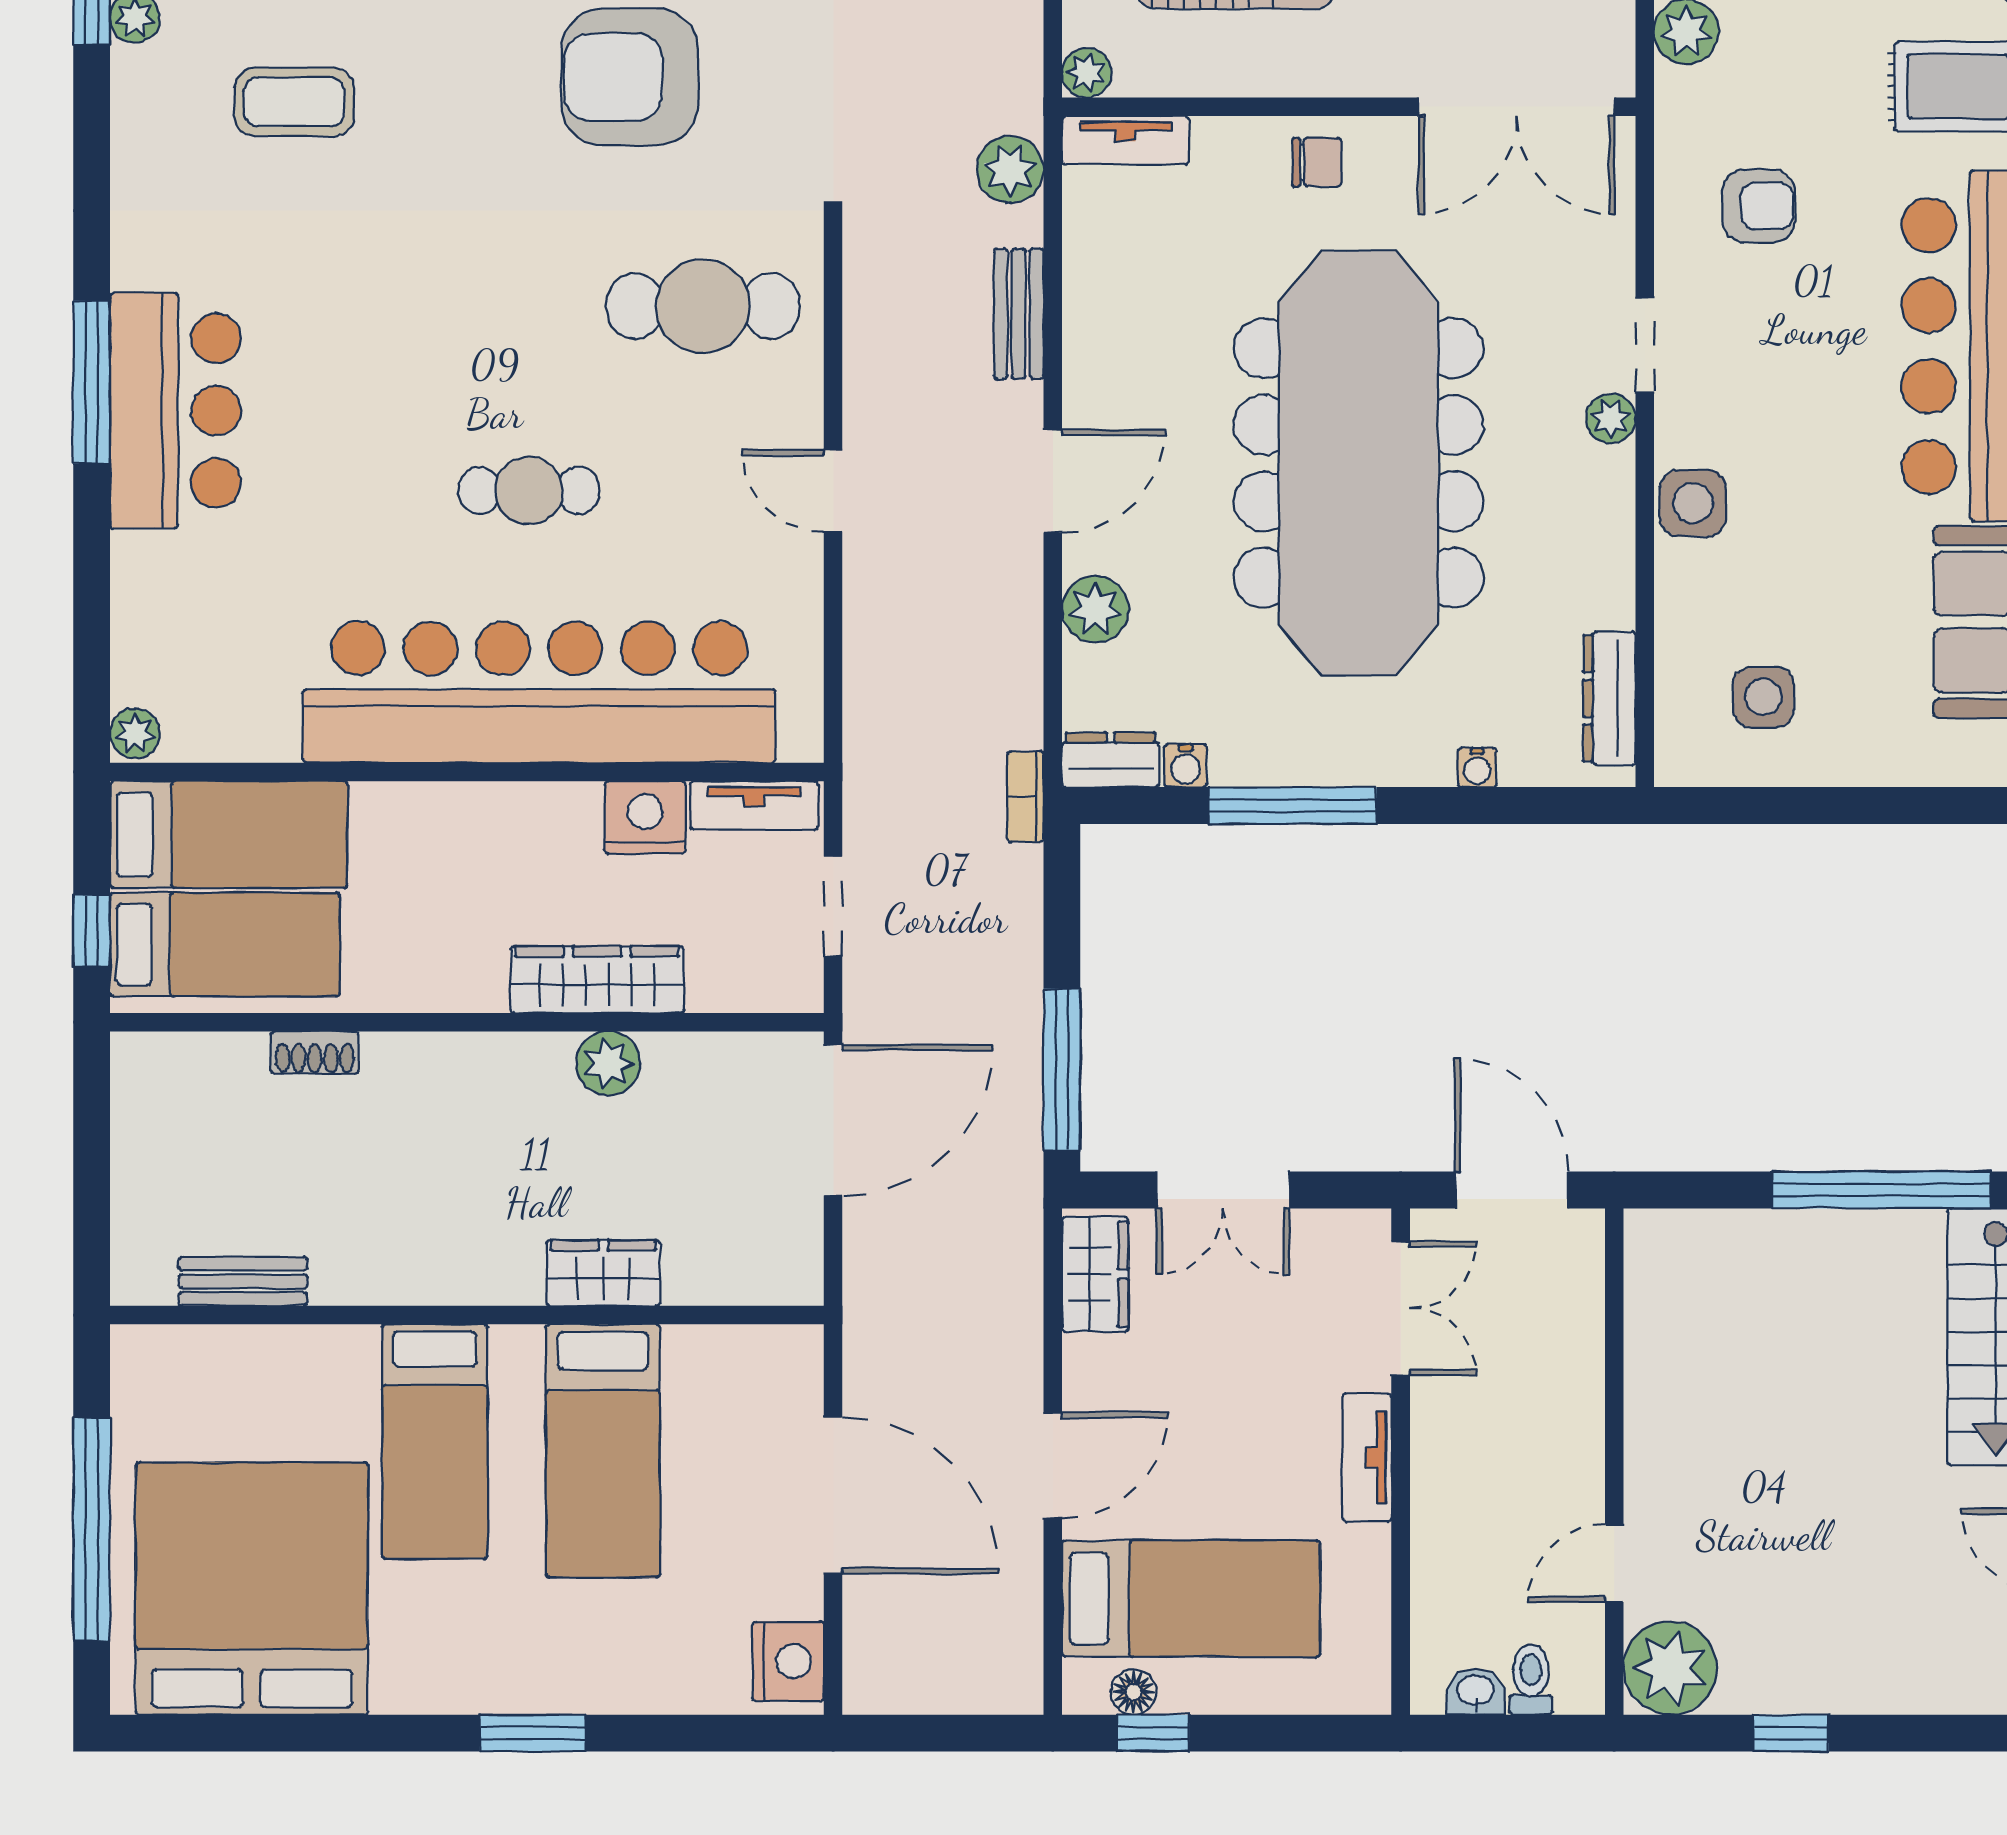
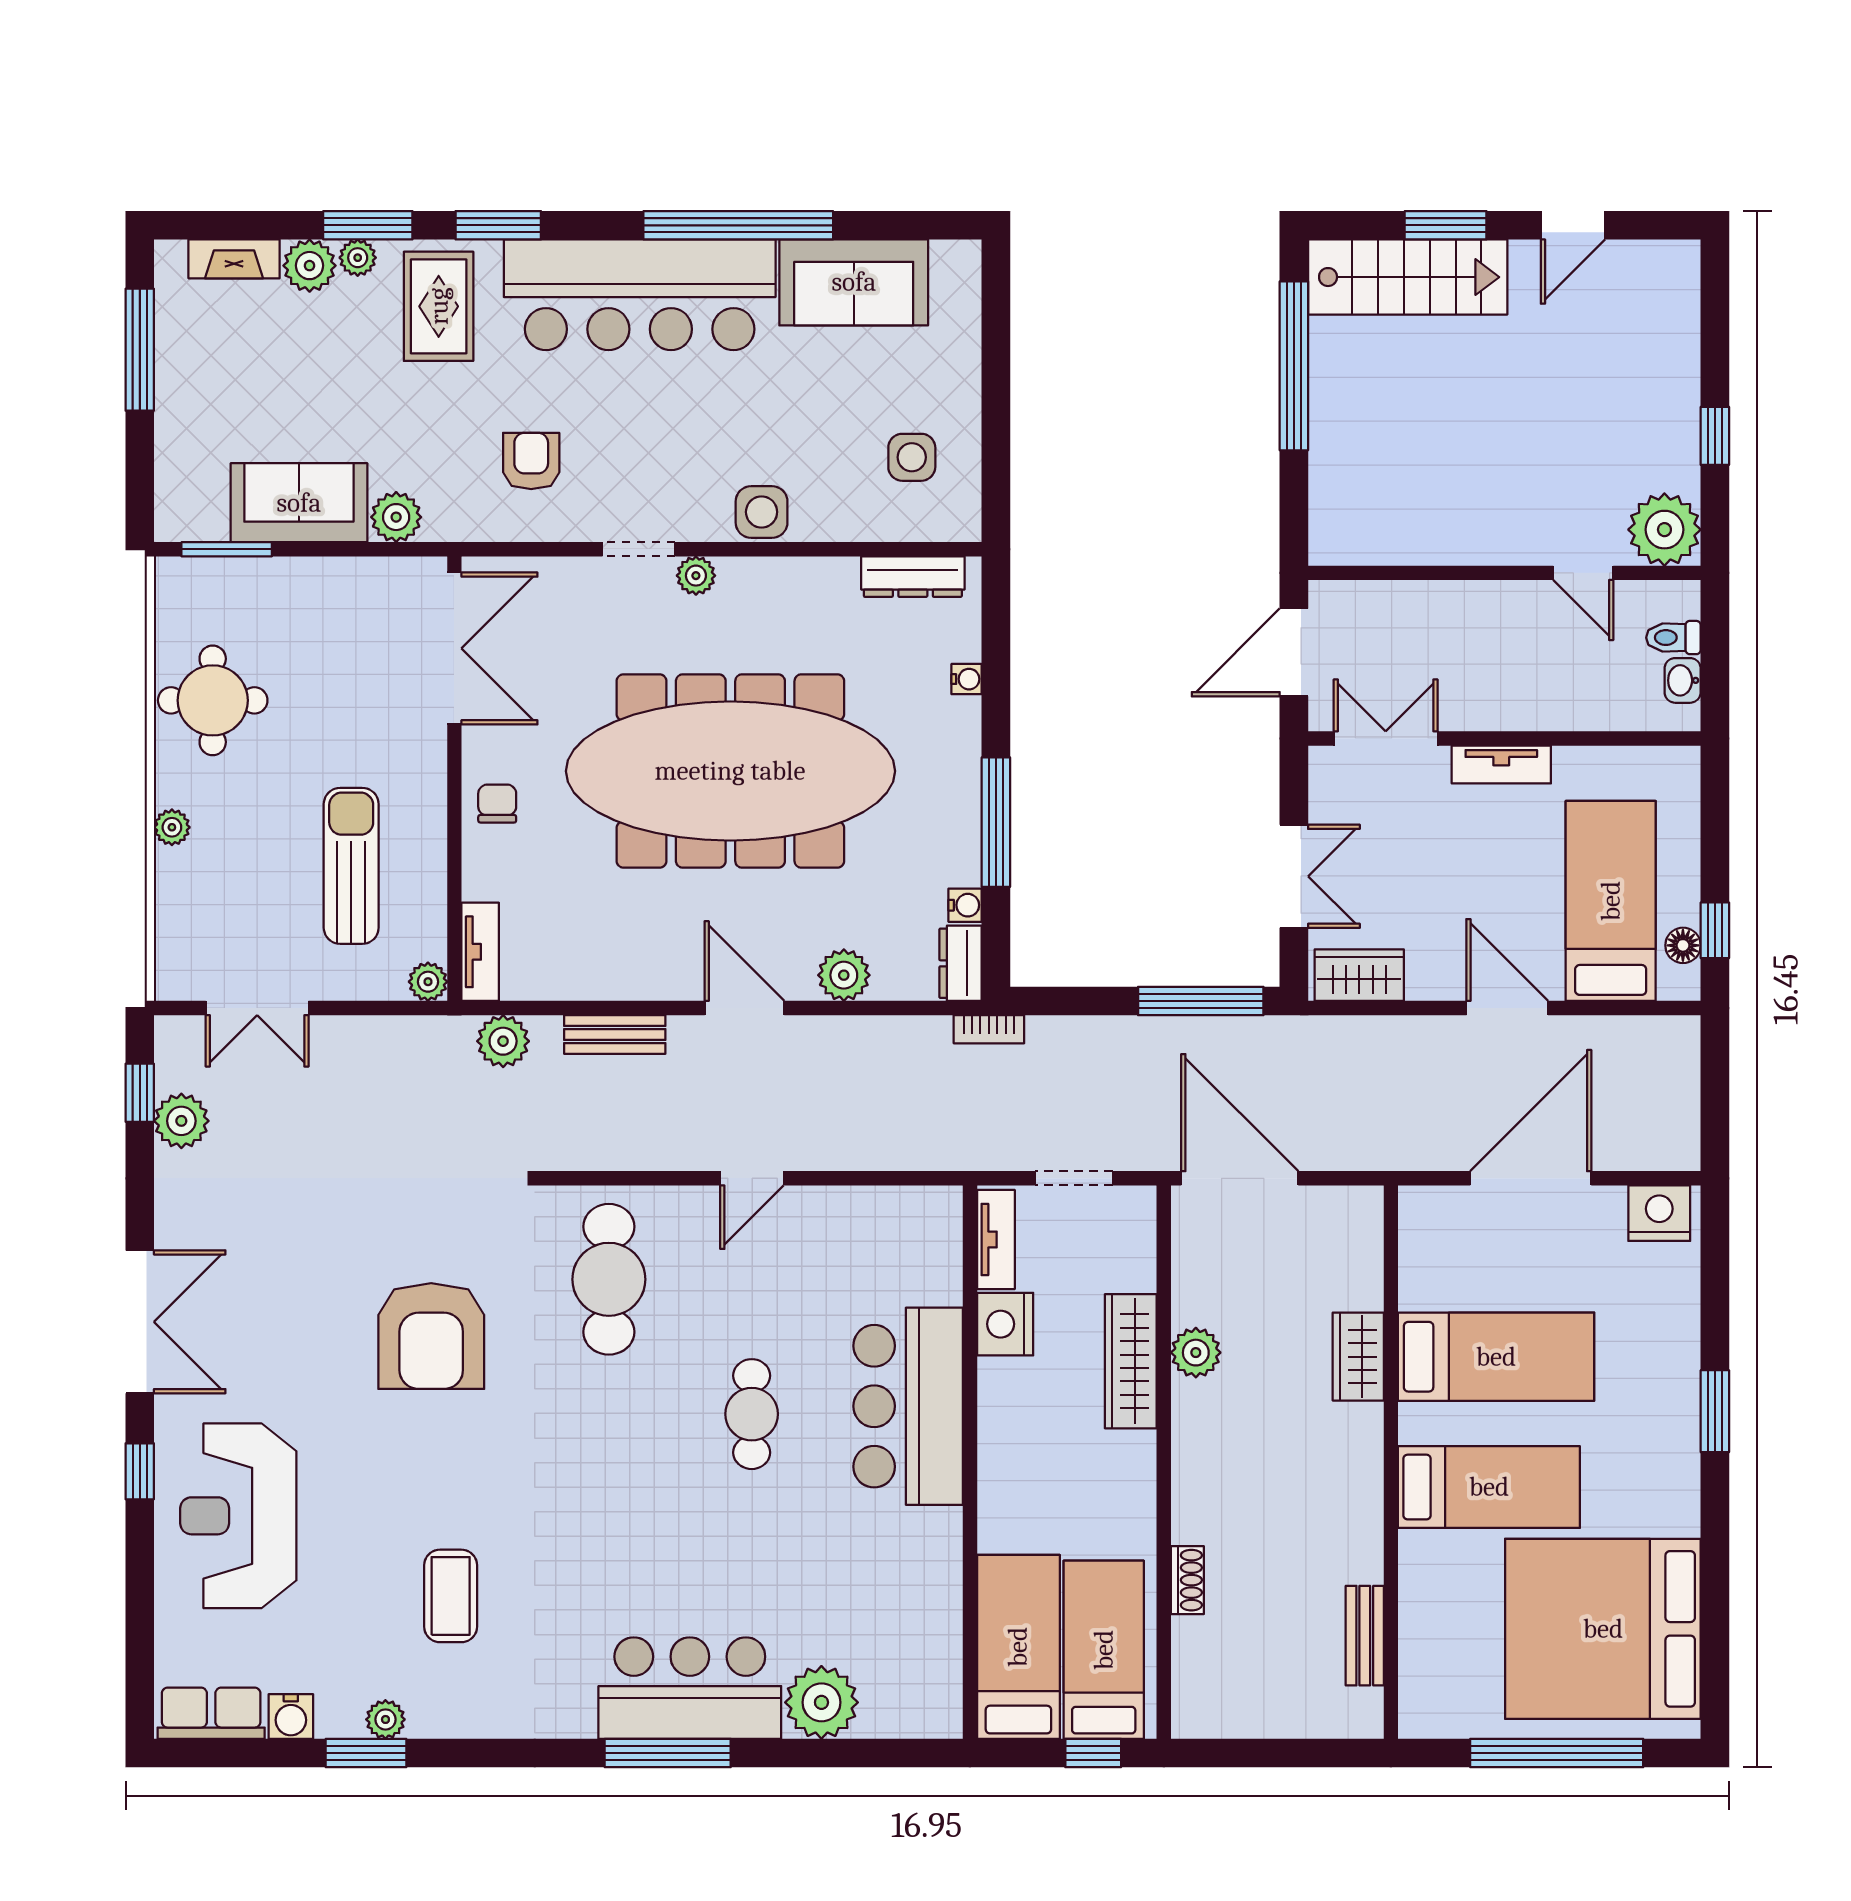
bar counter: (539, 692) -> (908, 1406), width x0.54
plant: (135, 733) -> (821, 1702), moved, width x1.88, depth x1.88

